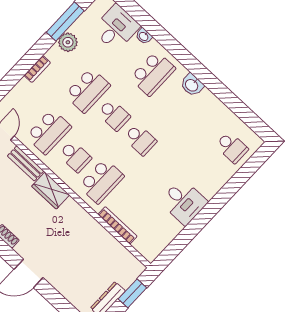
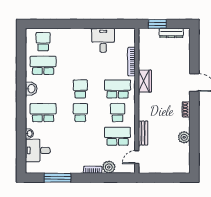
plant: (68, 42) -> (109, 167), moved
school desk: (88, 90) -> (43, 65), moved
wardrobe: (51, 191) -> (145, 81), moved
desk: (184, 202) -> (103, 40), moved

